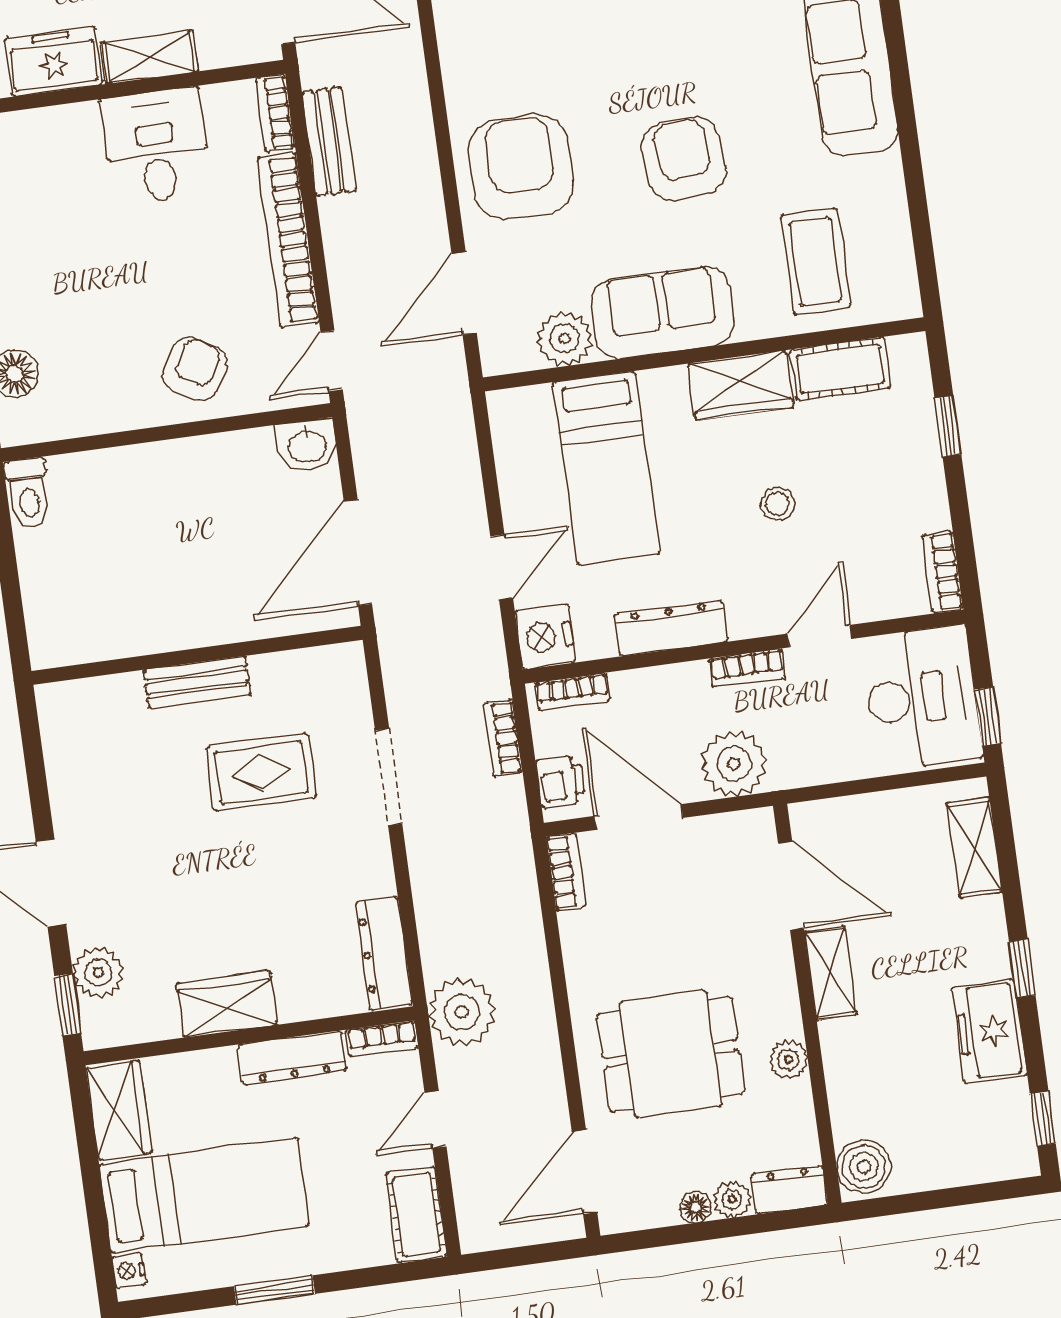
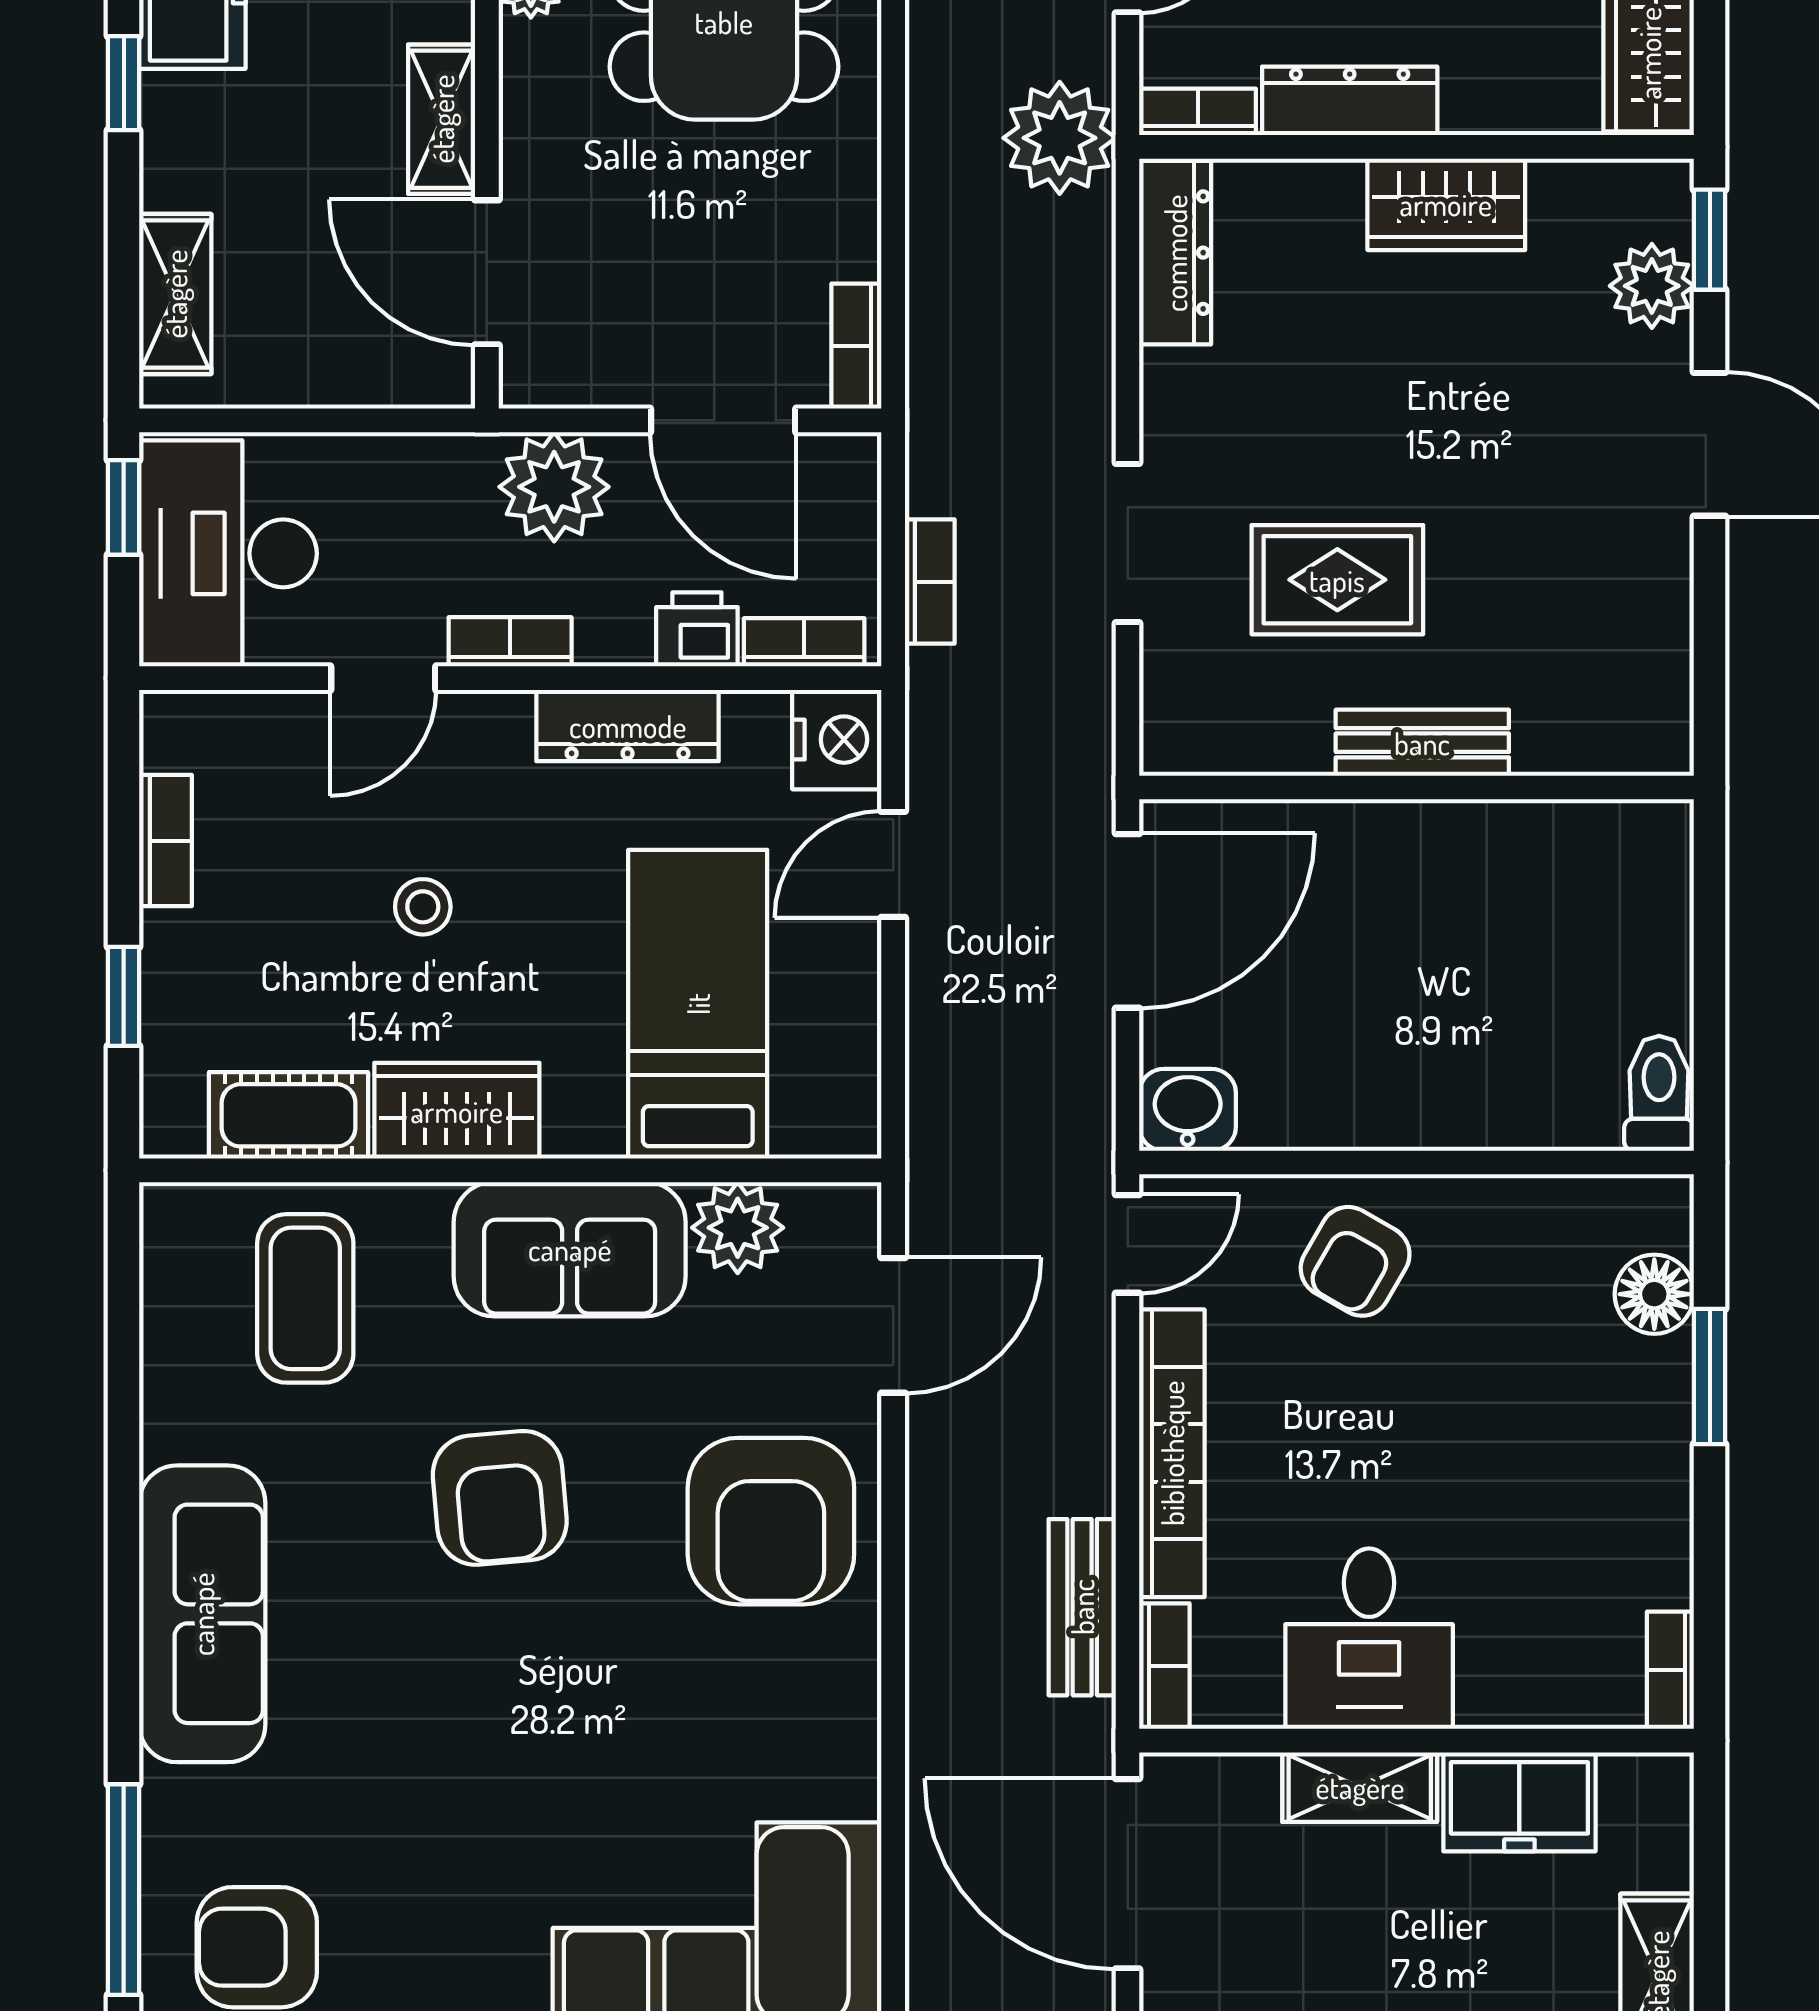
bookcase: (943, 572) -> (166, 841), moved
printer: (561, 782) -> (697, 629), moved, turned 90

